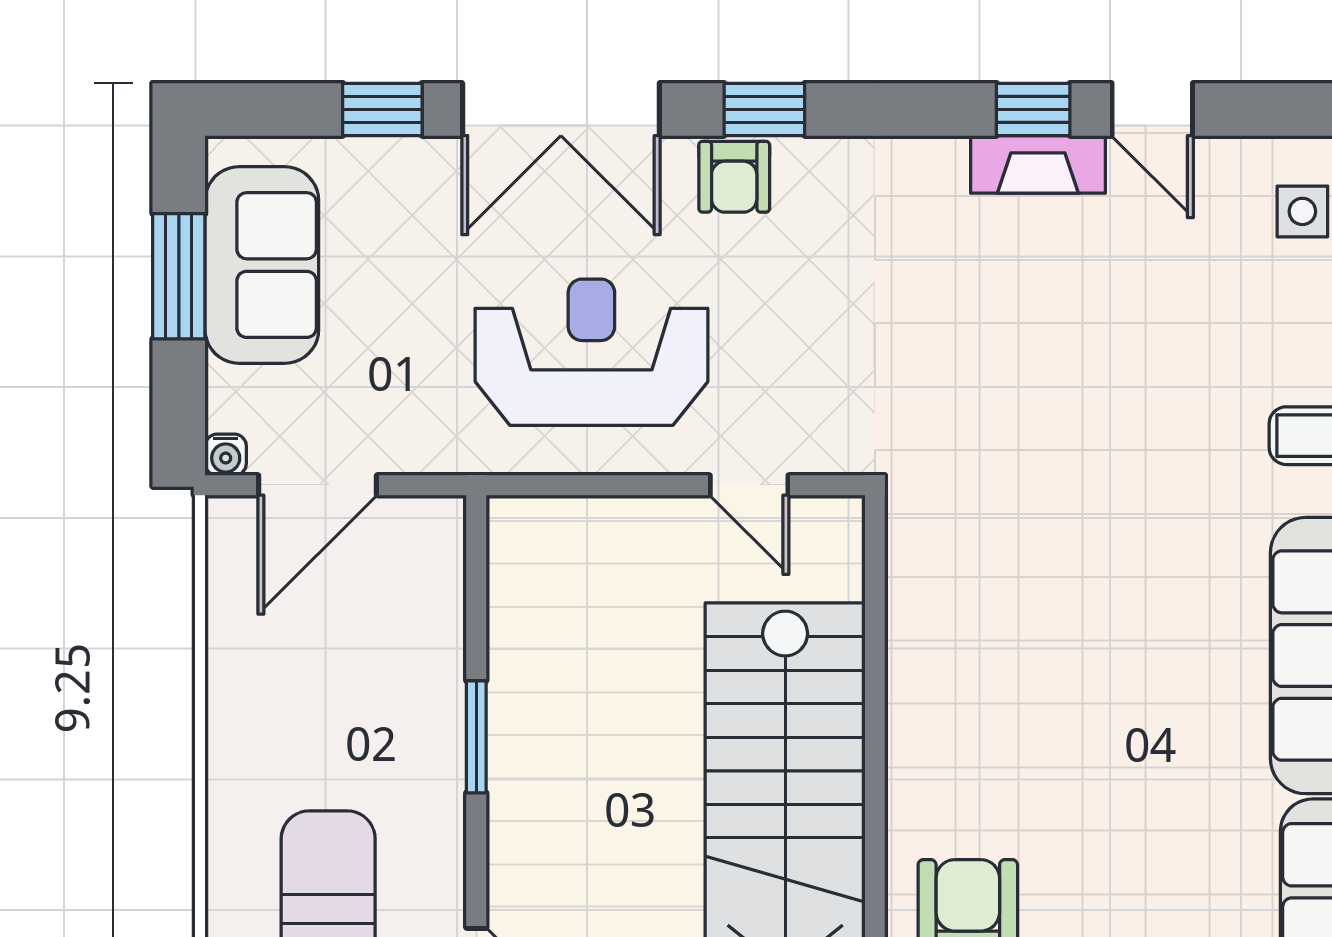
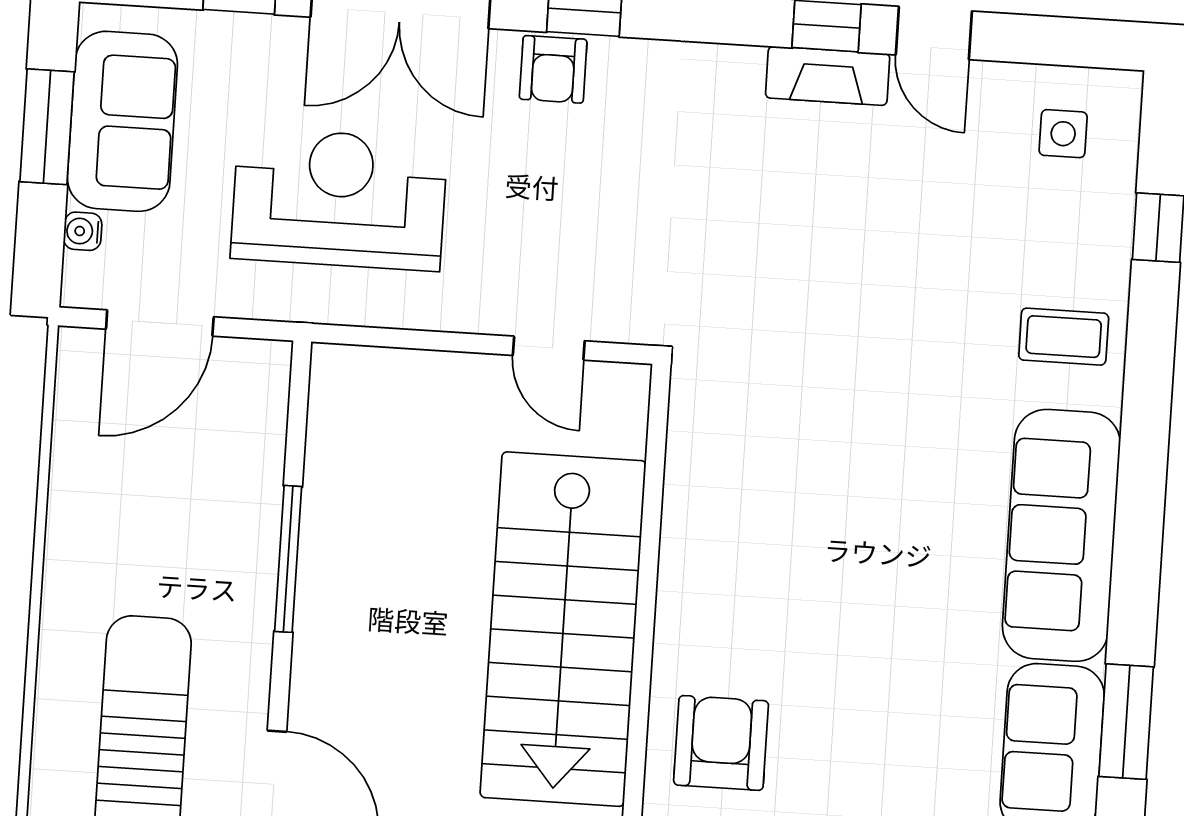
reception desk: (591, 352) -> (339, 199), moved
water cooler: (226, 455) -> (83, 231), moved, turned 90
window: (476, 737) -> (288, 559), width x1.44

